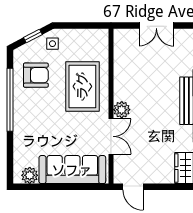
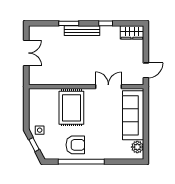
armchair: (36, 75) -> (75, 145), moved, turned 90
rug: (82, 86) -> (71, 108), turned 90
plant: (122, 110) -> (89, 79), removed

